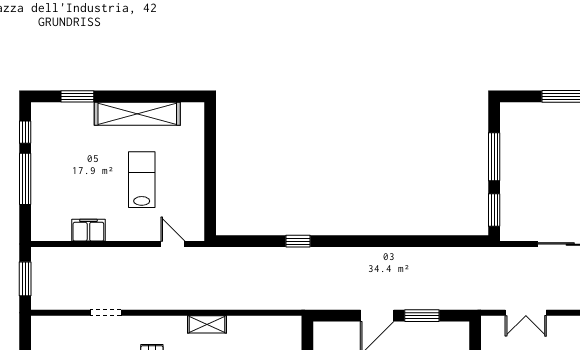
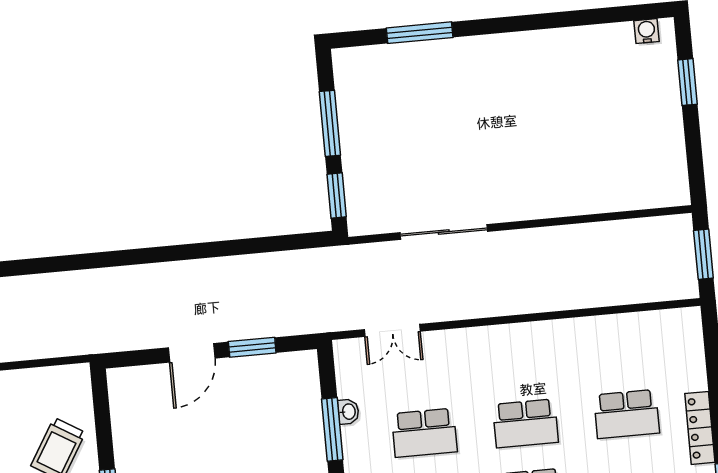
window: (298, 241) -> (75, 262), removed

